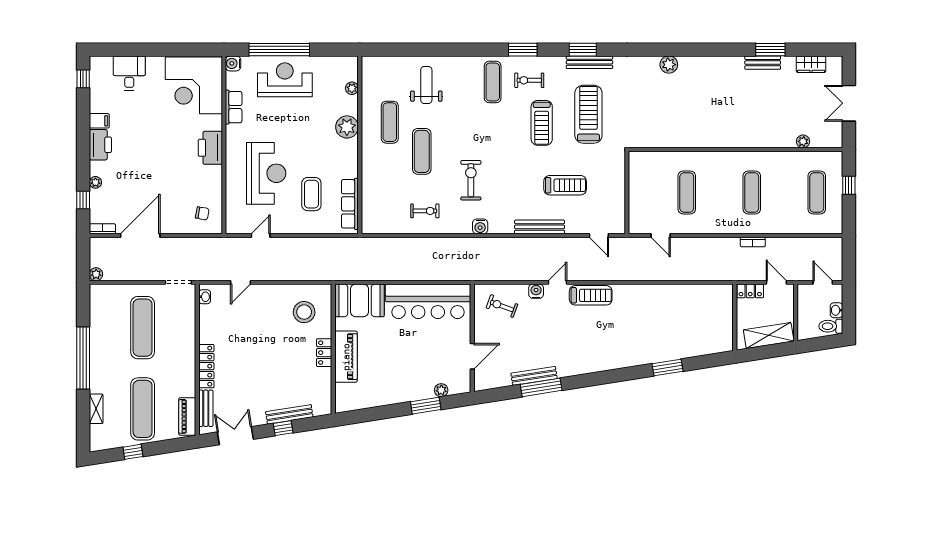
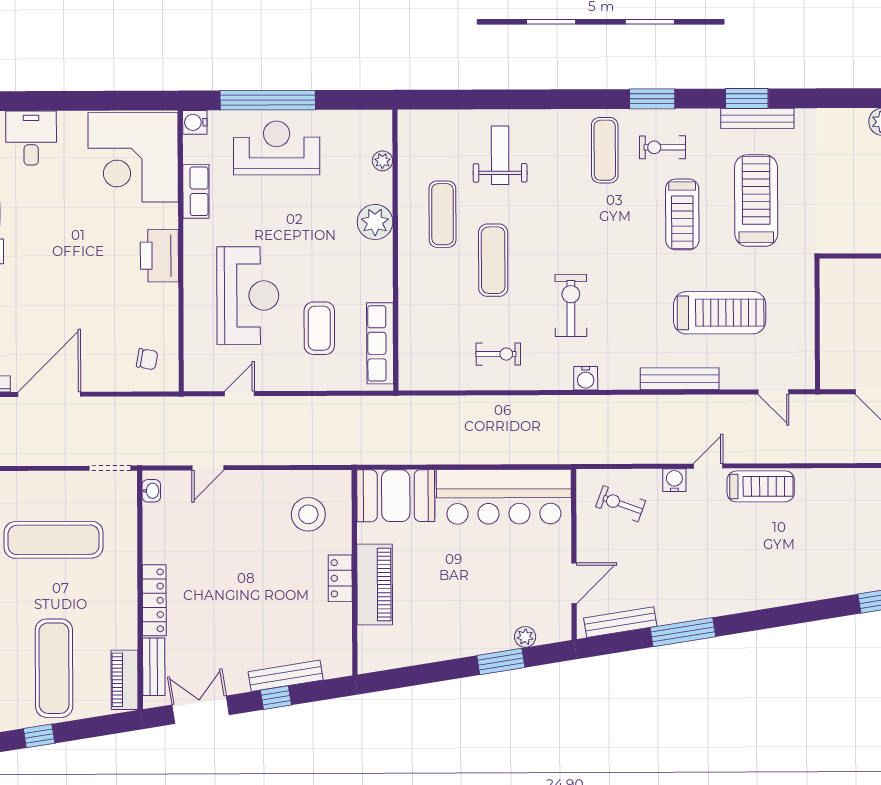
treadmill: (565, 185) -> (720, 313), width x1.37, depth x1.38
exercise mat: (143, 328) -> (54, 540), turned 90
bench: (534, 376) -> (620, 622), moved

